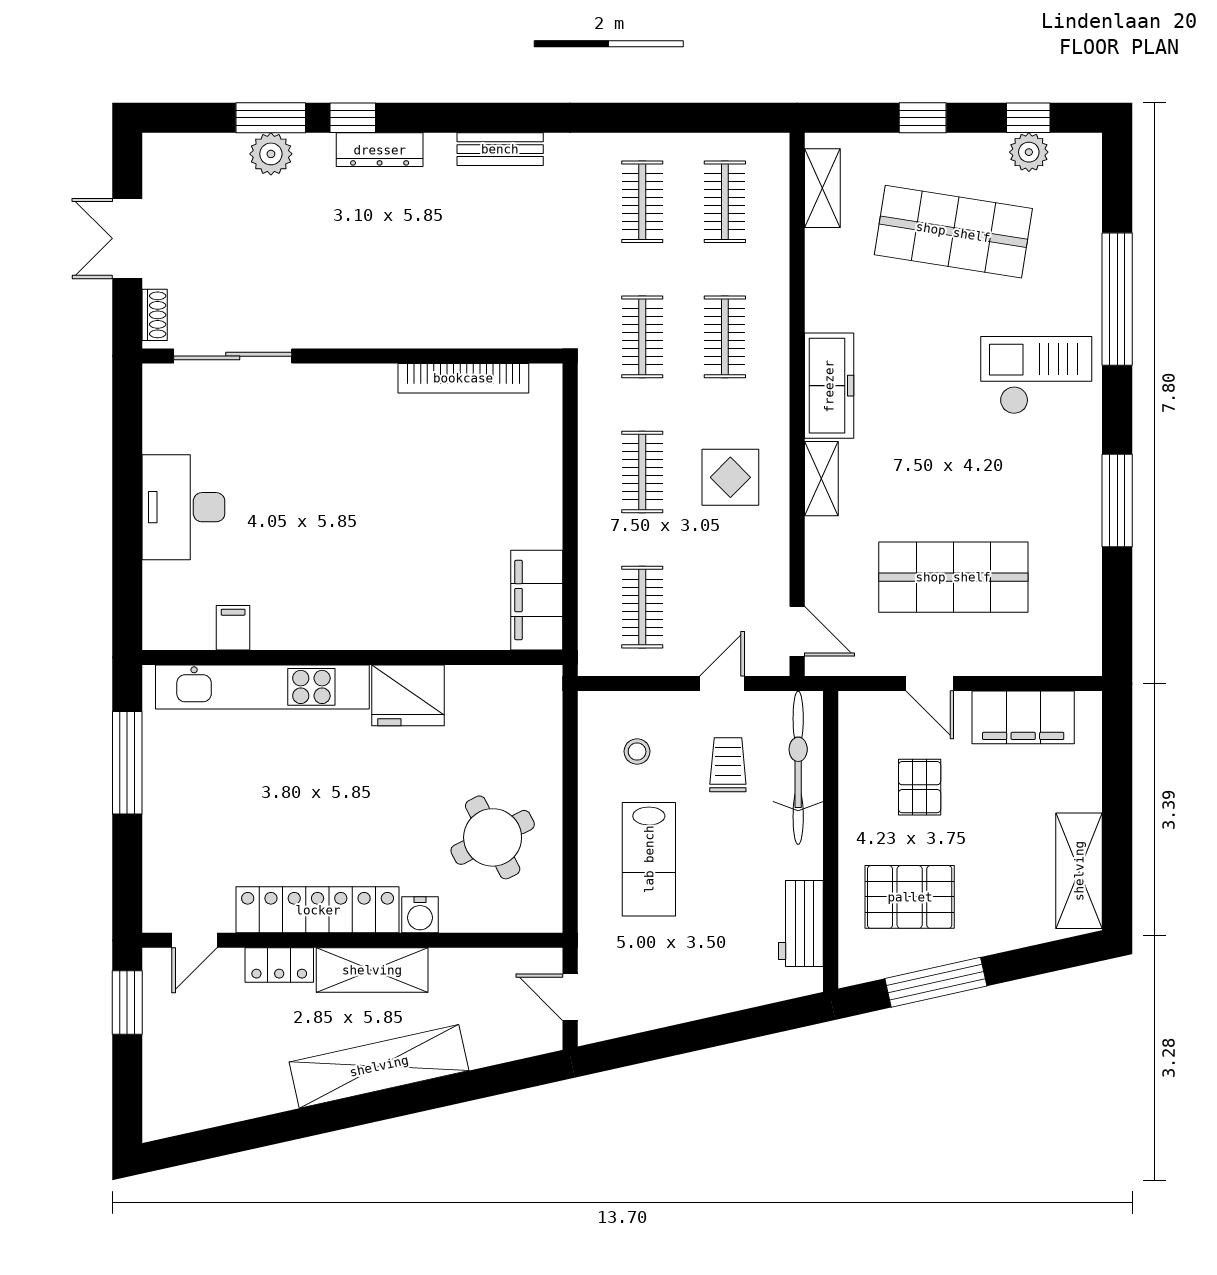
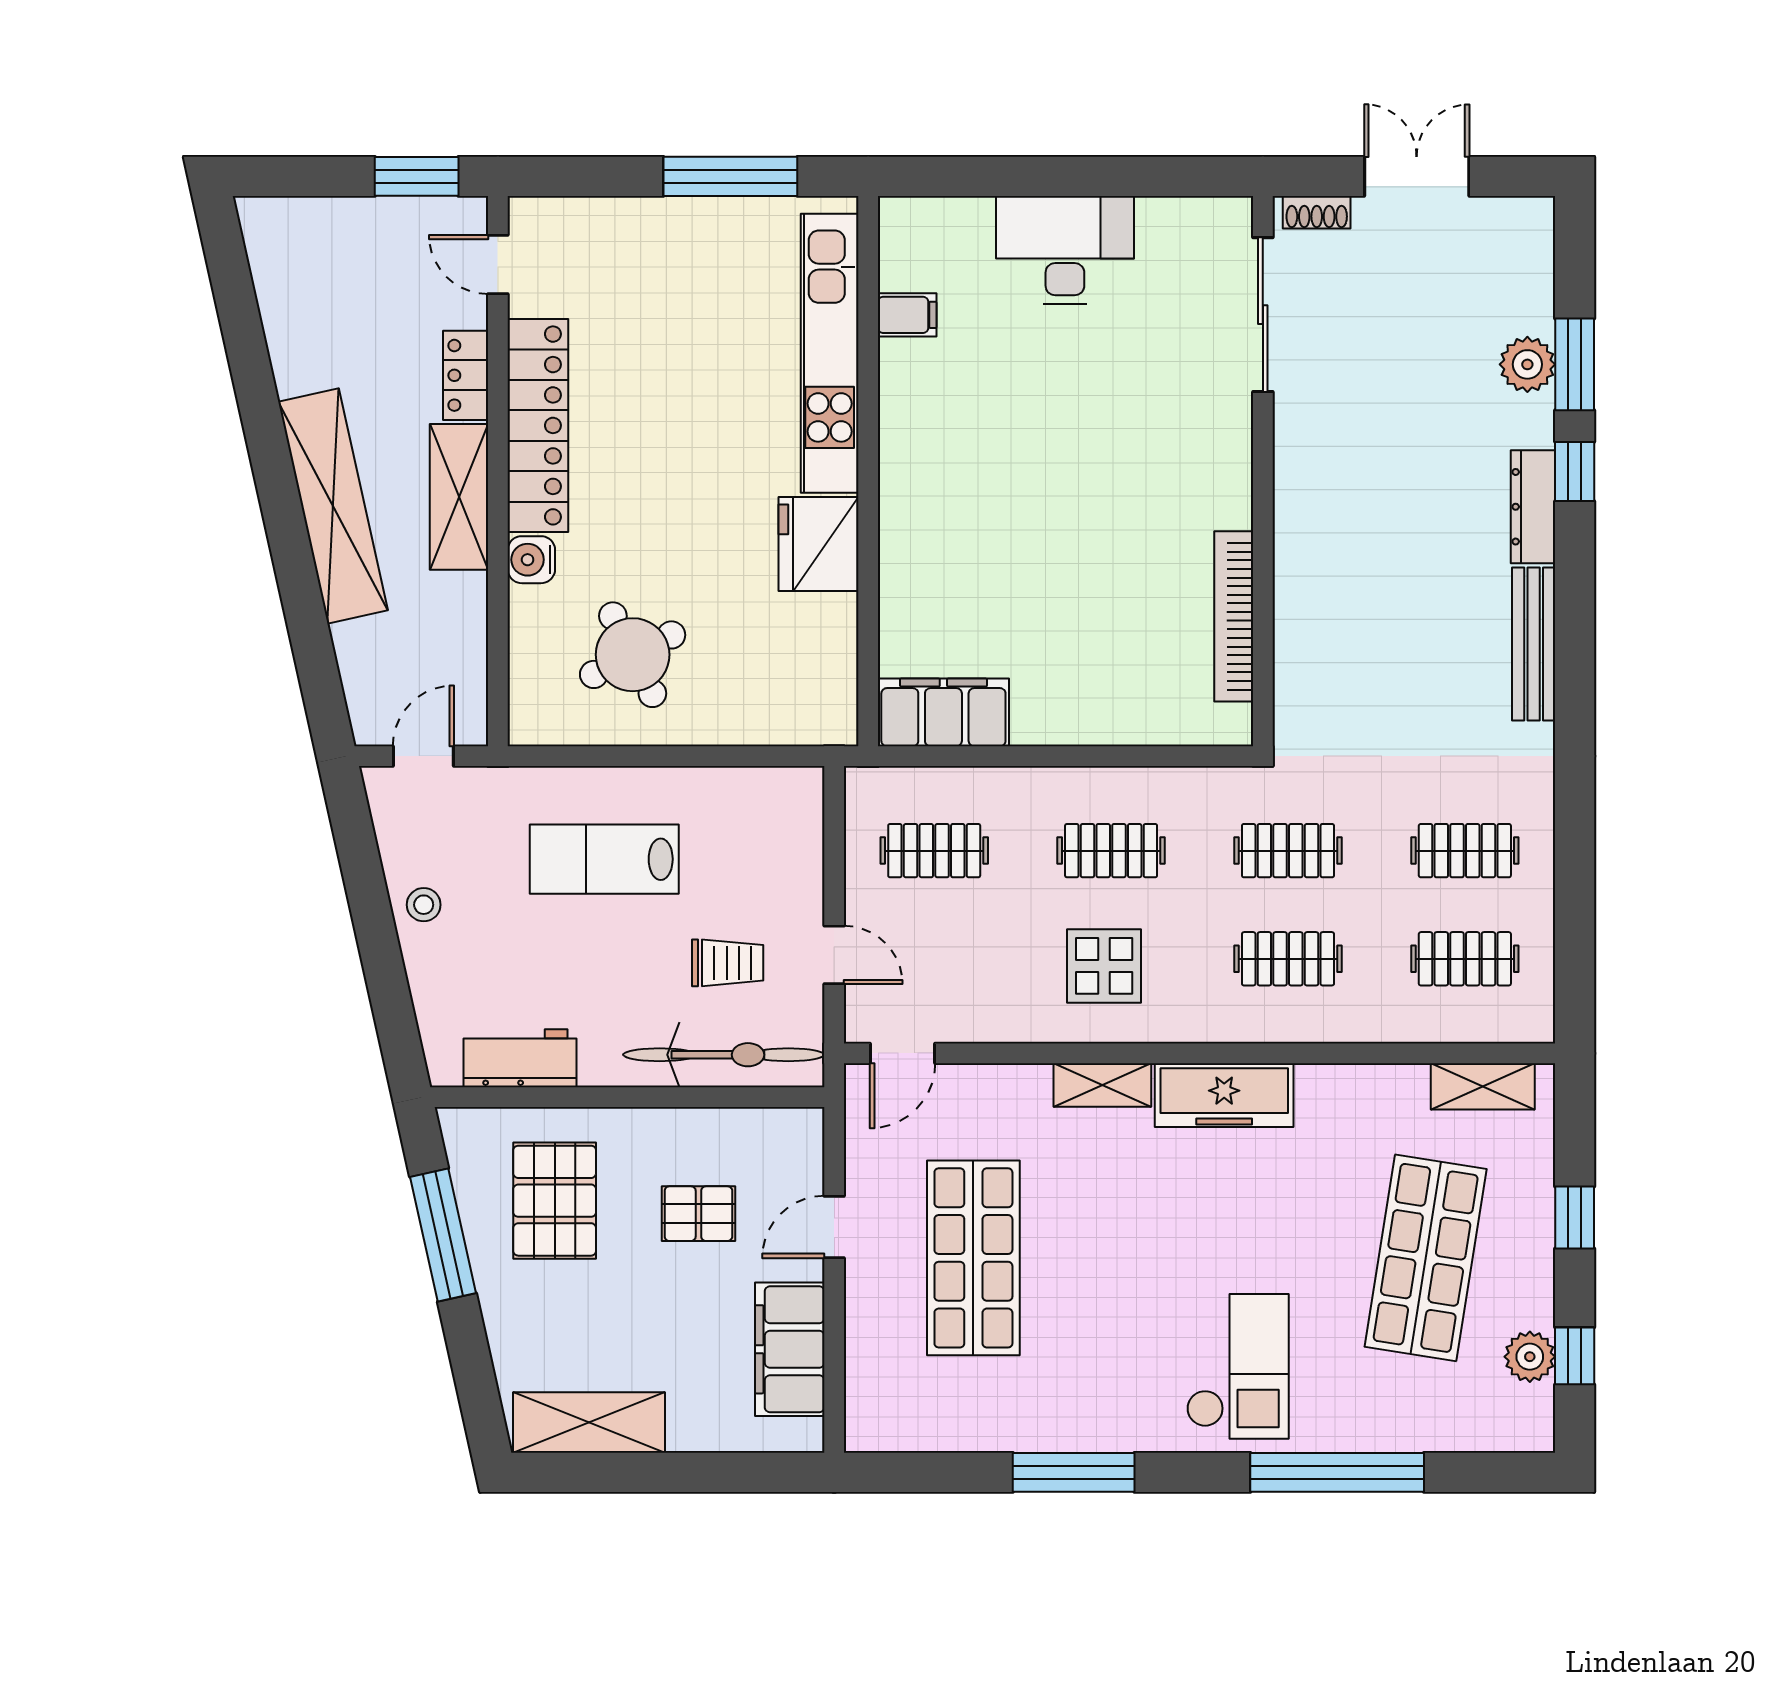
bench: (500, 149) -> (1534, 644), width x1.36
stool: (637, 751) -> (424, 905), moved

